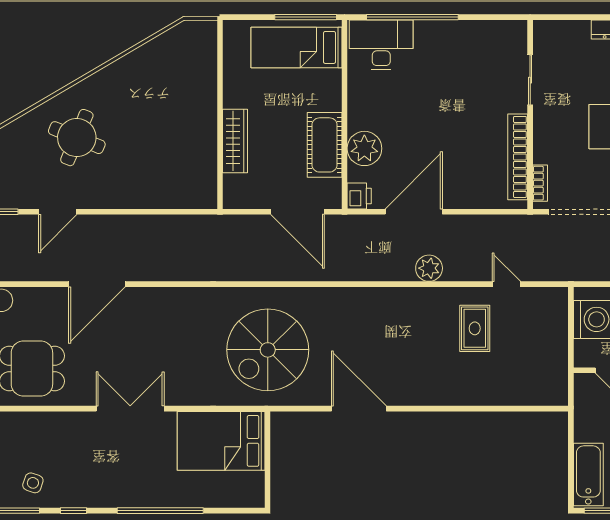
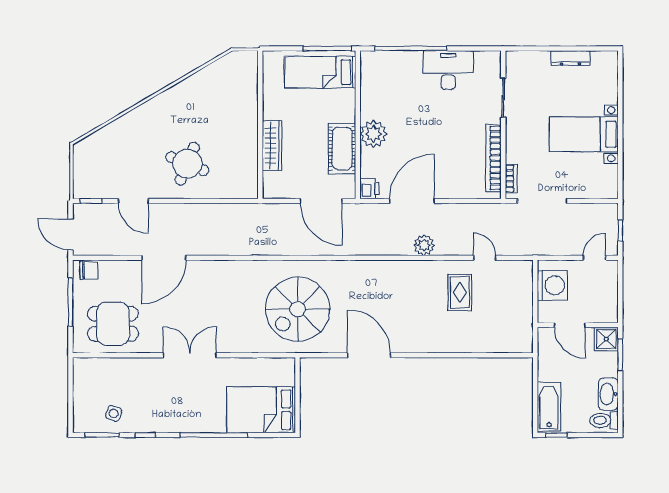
desk: (381, 45) -> (448, 70), moved
round table: (77, 138) -> (187, 164), moved
plant: (364, 148) -> (373, 134), moved
door: (58, 212) -> (133, 201), hinge flipped
bed: (221, 441) -> (261, 410), moved

